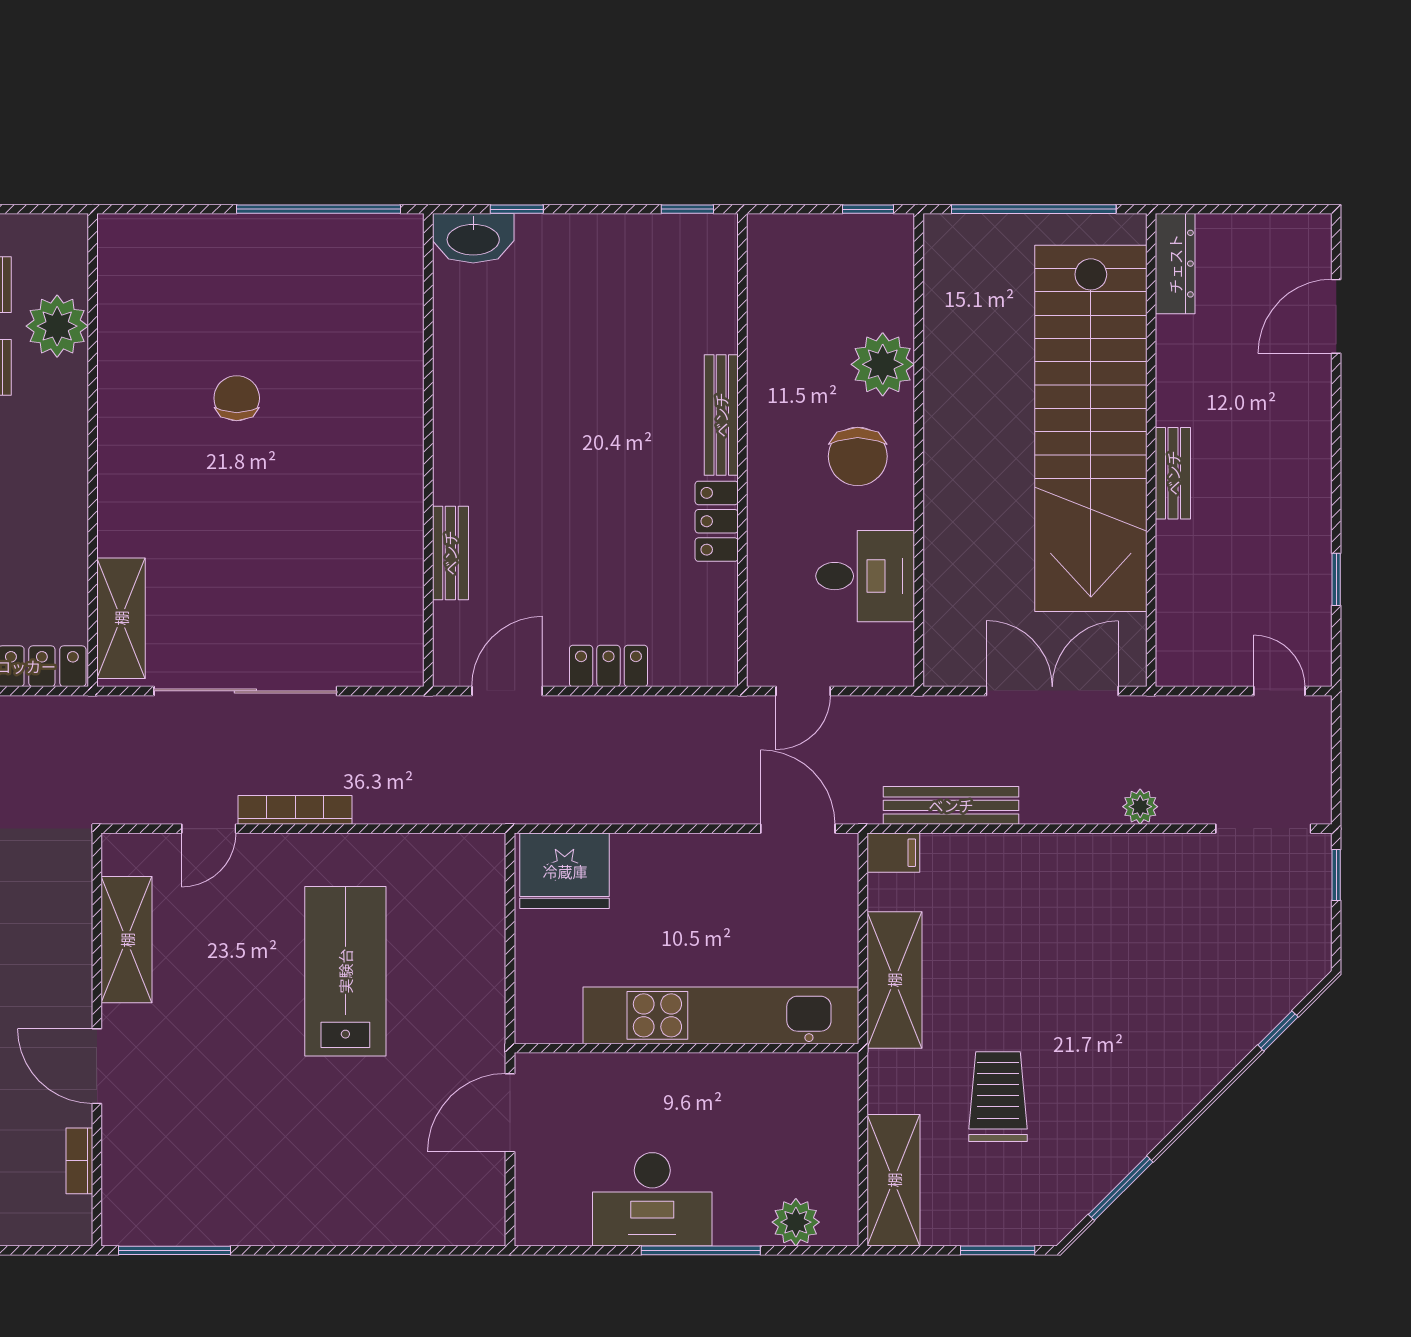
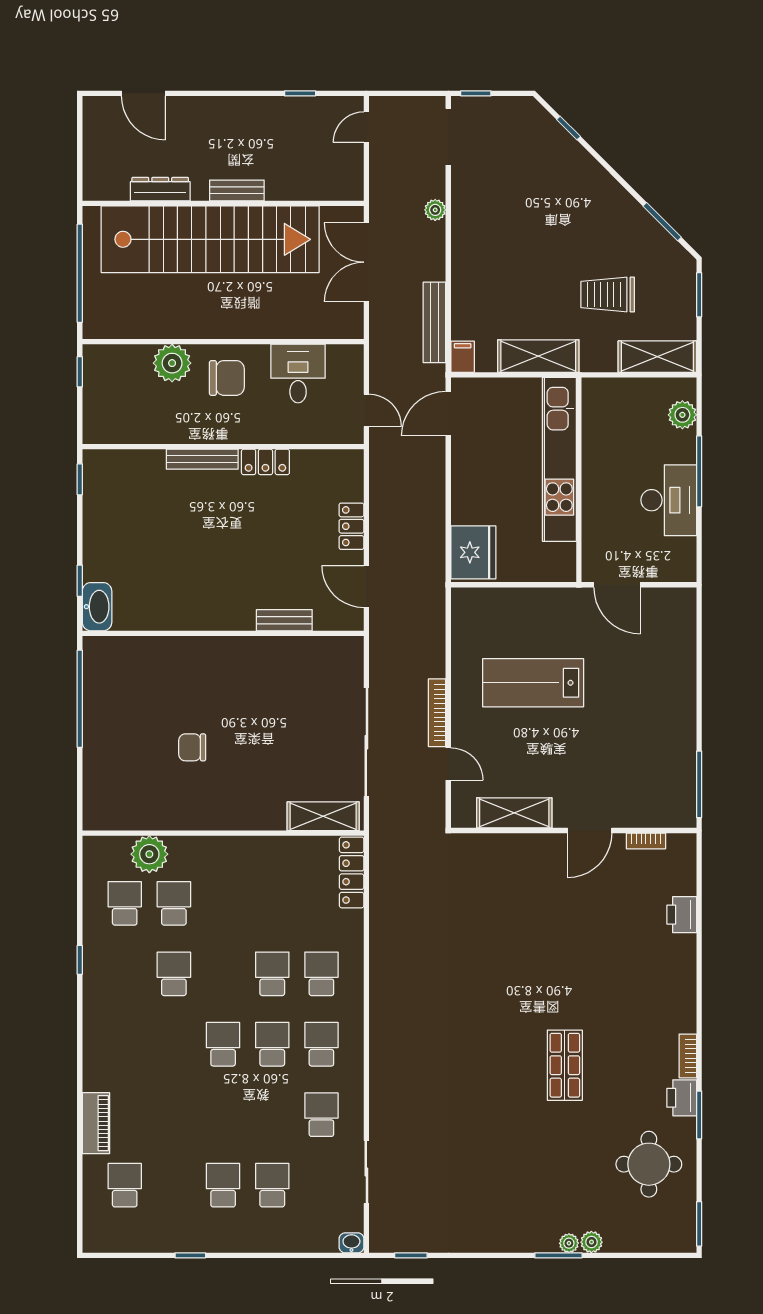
dresser: (1175, 264) -> (160, 189), moved

